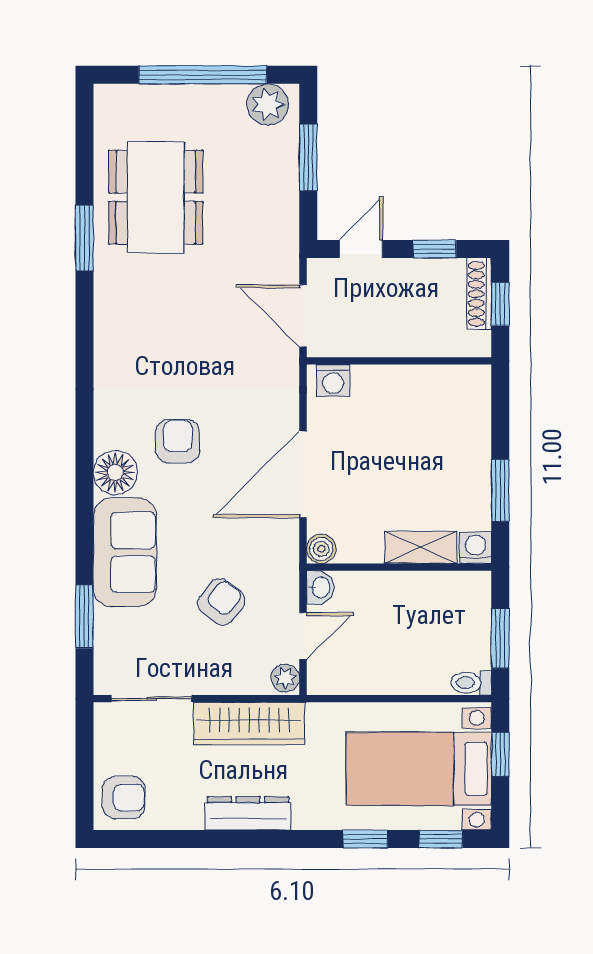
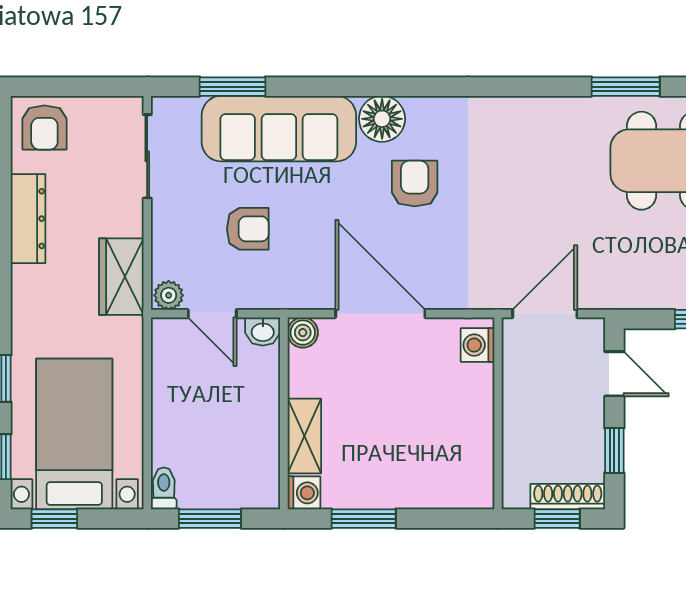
armchair: (178, 441) -> (415, 184), turned -90
sofa: (125, 552) -> (279, 129), width x1.36
armchair: (221, 602) -> (248, 229), turned -38
wardrobe: (249, 724) -> (121, 277), width x0.67
window: (500, 754) -> (54, 519), moved
dresser: (248, 813) -> (28, 219), moved

